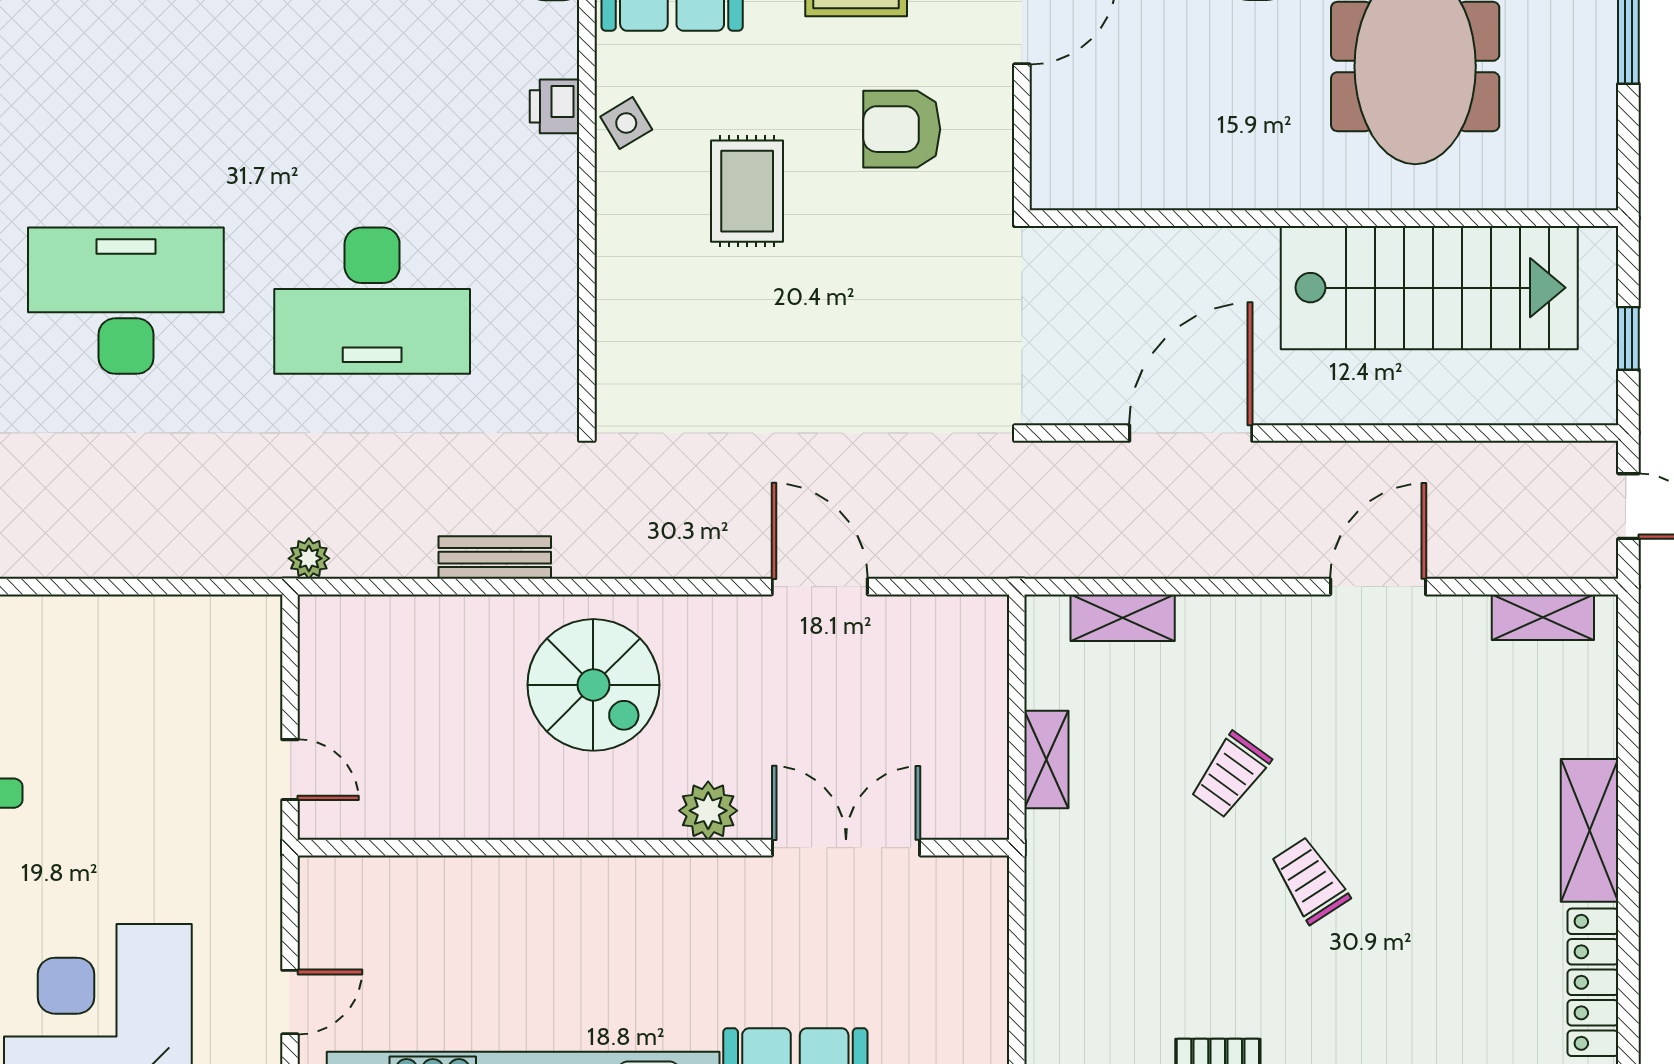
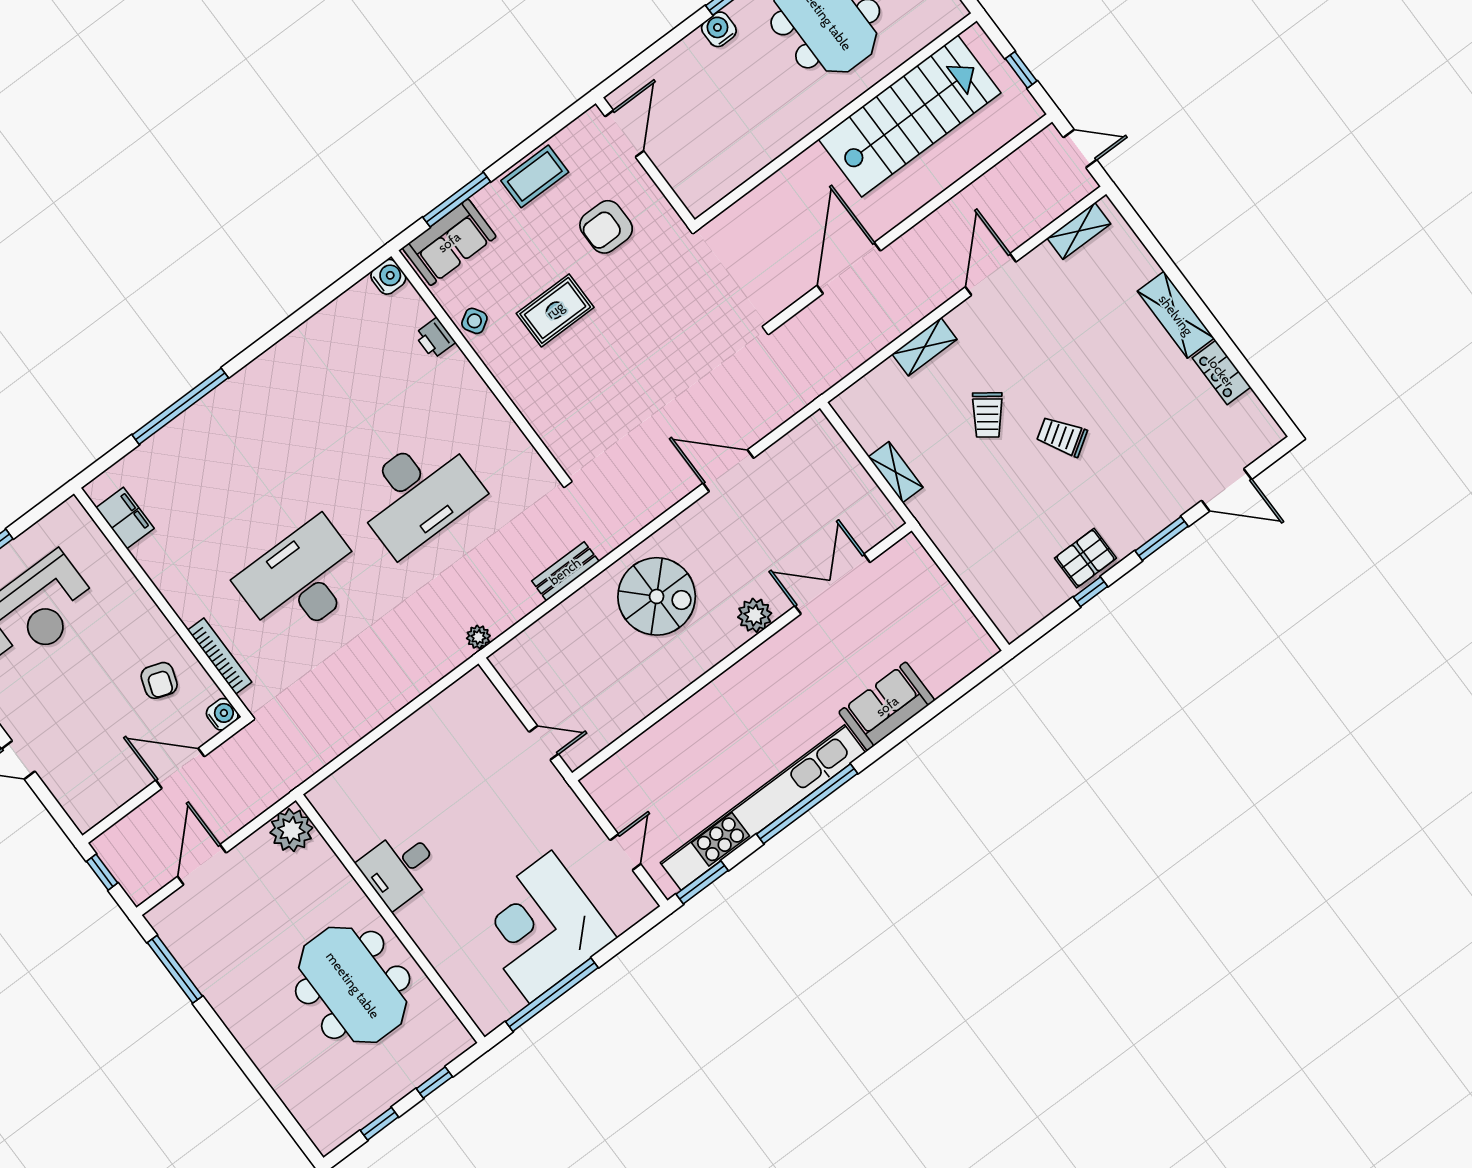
rug: (747, 191) -> (555, 310), turned 90
shelving: (1123, 618) -> (925, 347), moved
locker: (1593, 982) -> (1221, 372), width x0.66

